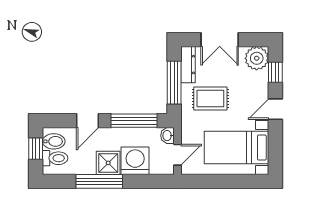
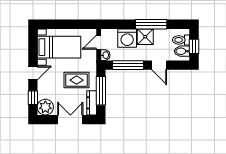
door: (87, 121) -> (159, 65), swing flipped

